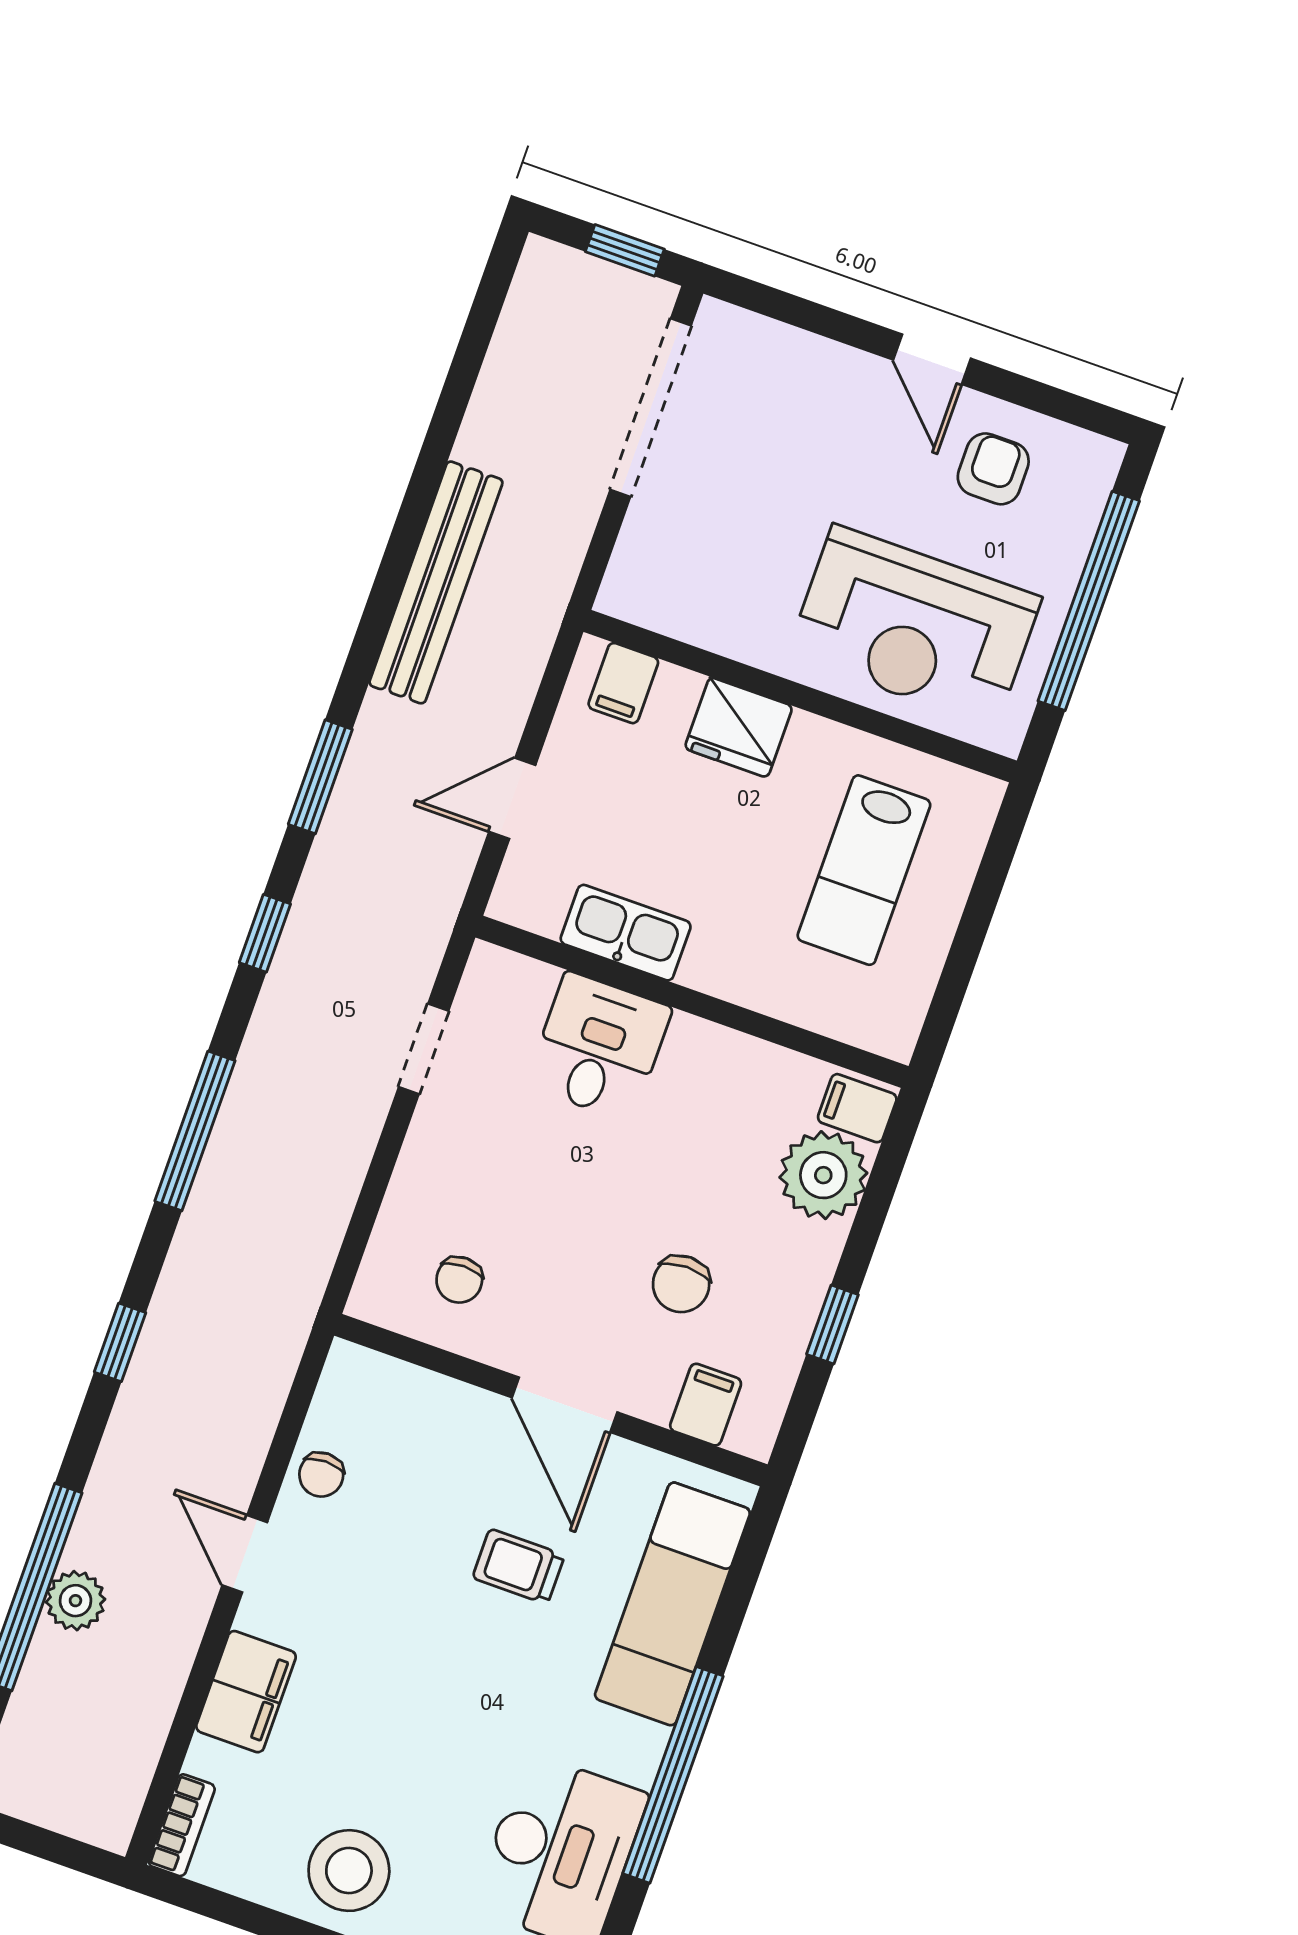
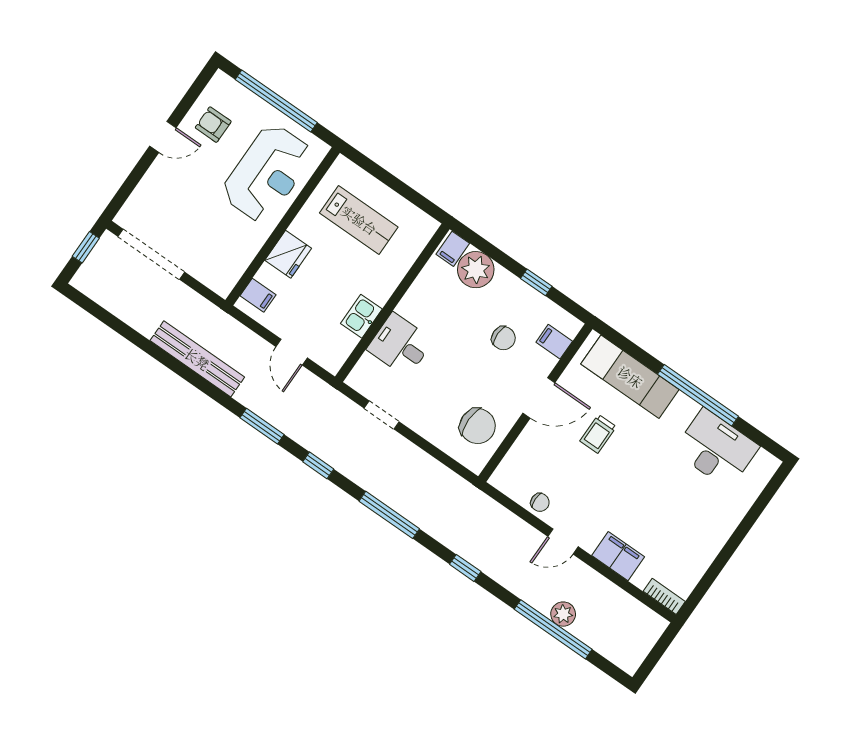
kitchen sink: (626, 933) -> (361, 316), width x0.73
chair: (459, 1280) -> (478, 426), width x1.87, depth x1.87
stool: (349, 1871) -> (701, 535), removed

